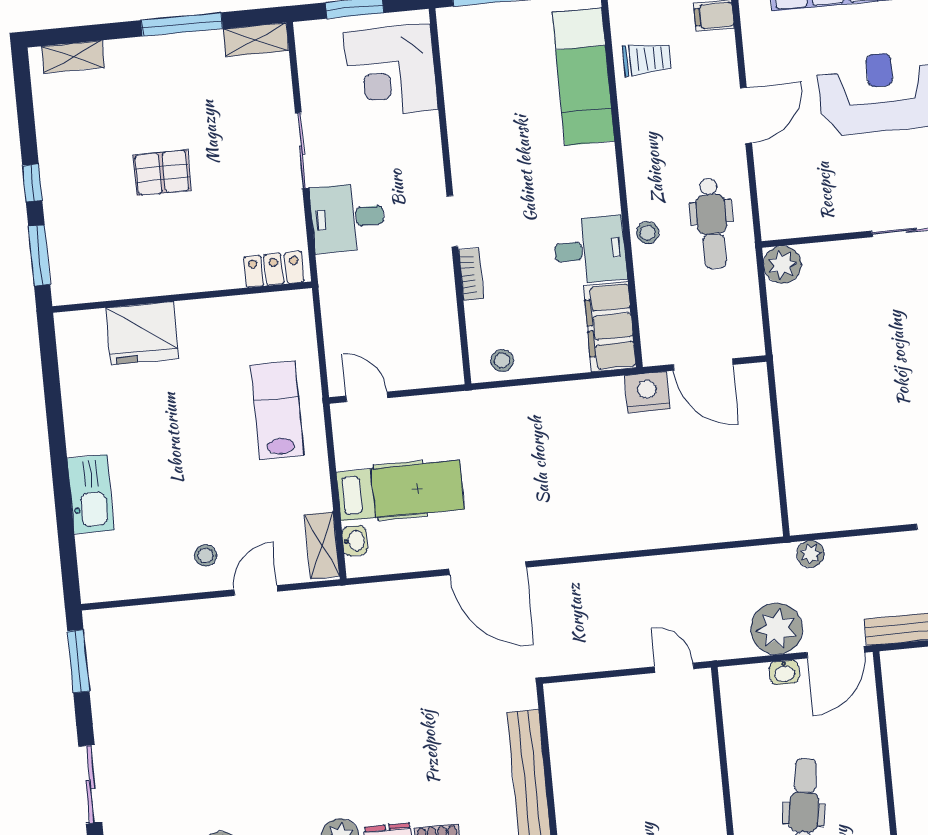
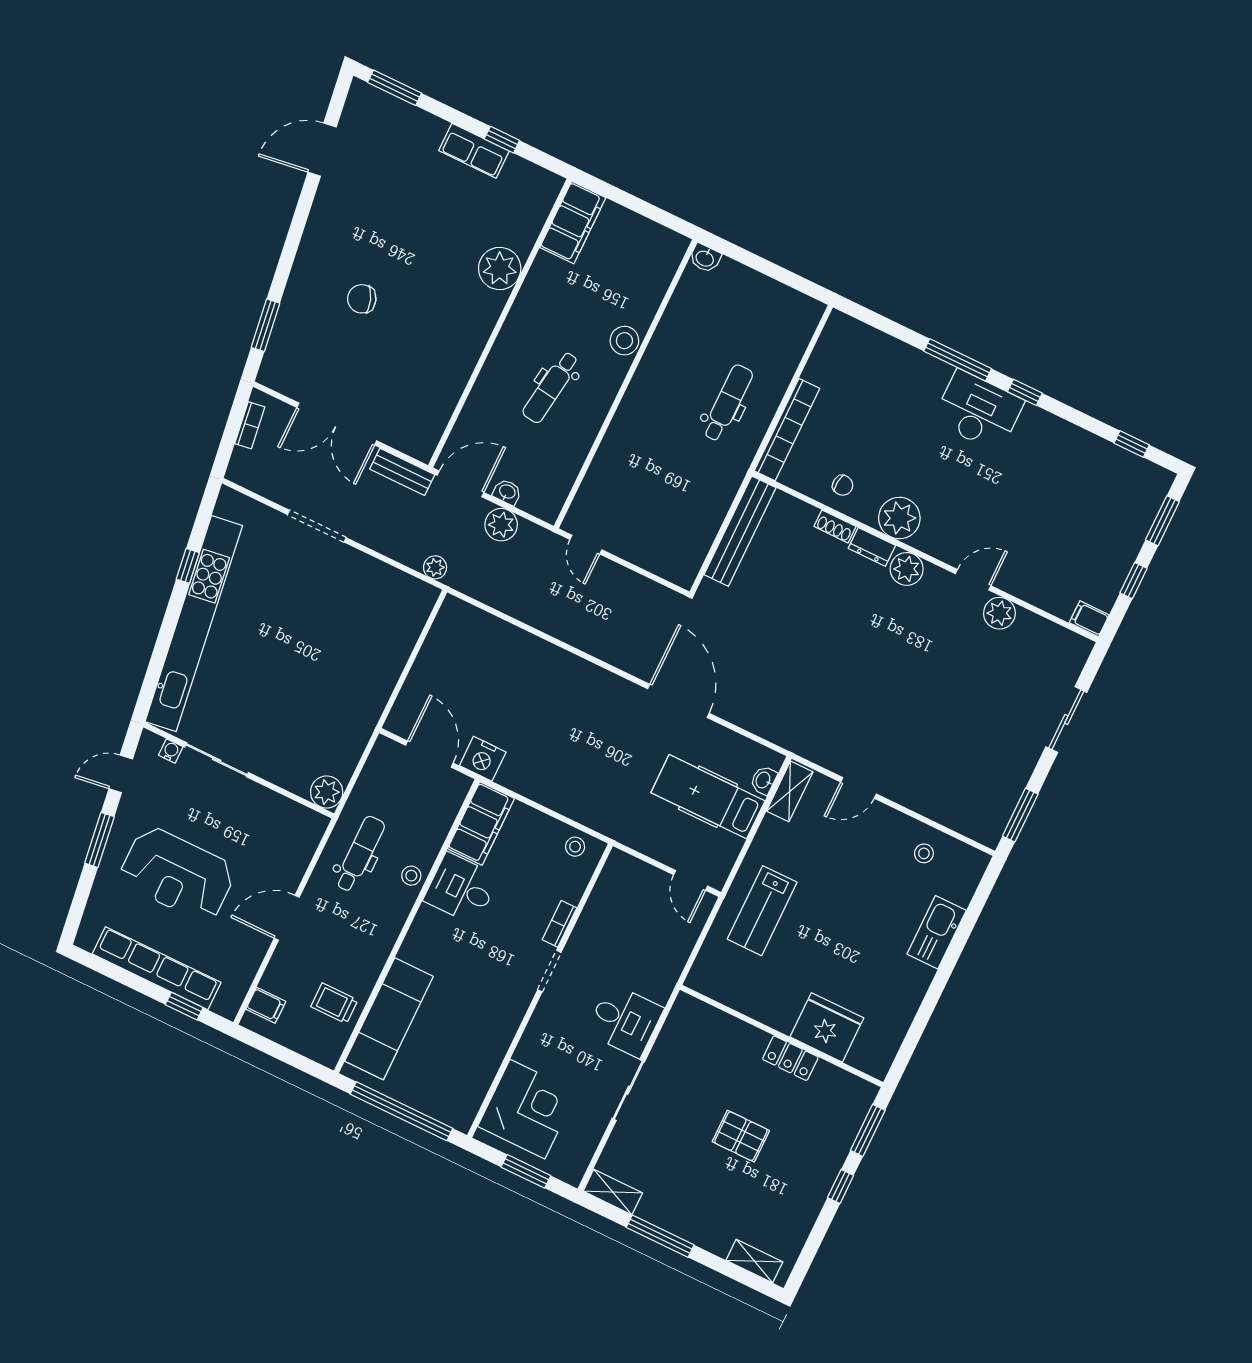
locker: (274, 269) -> (790, 1058), moved
stool: (206, 556) -> (924, 853), moved
plant: (777, 629) -> (501, 525), width x0.73, depth x0.73

